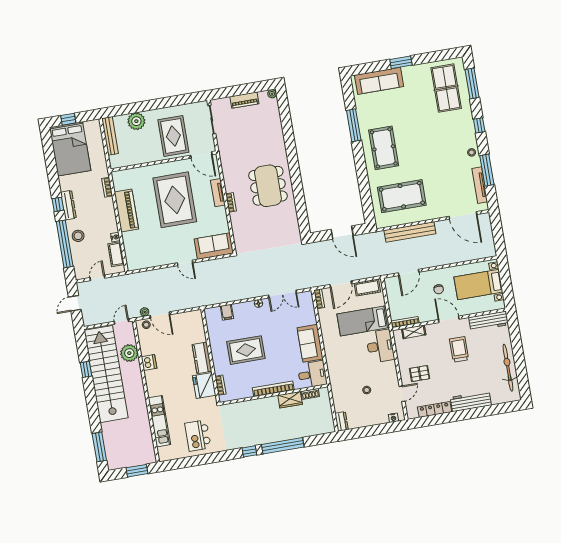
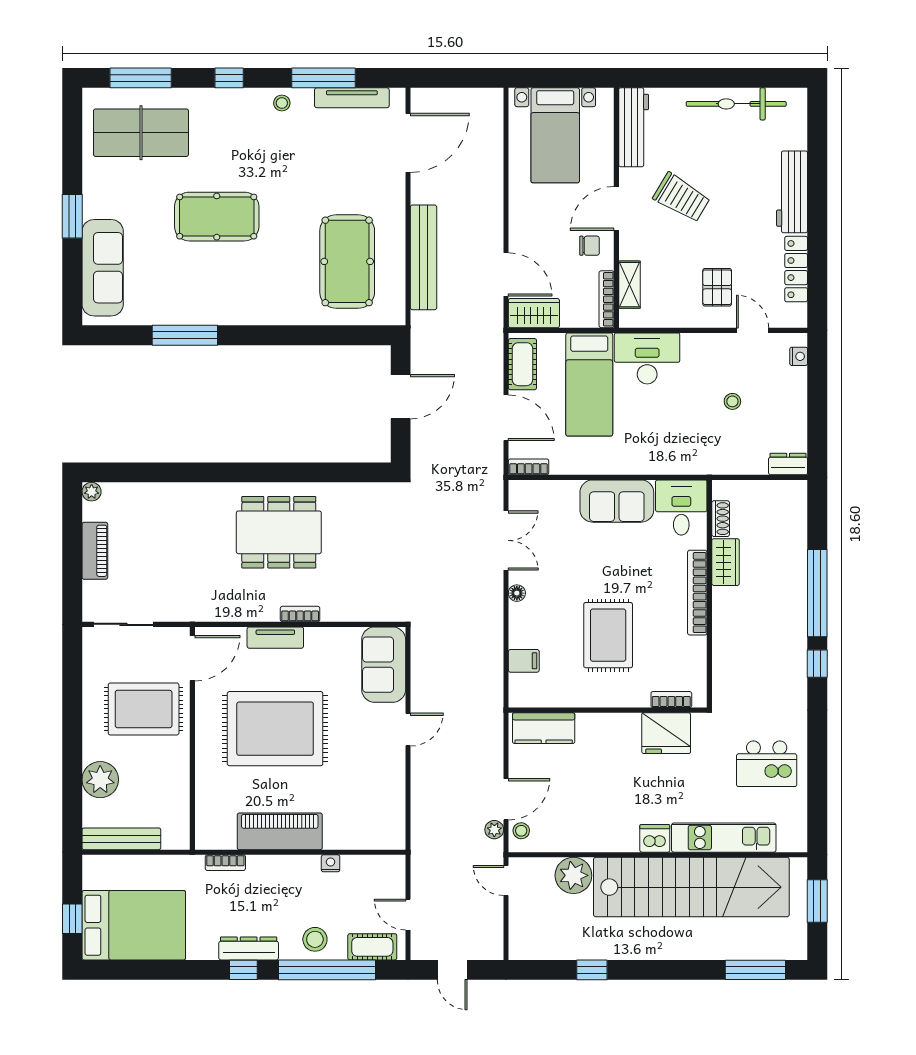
pool table: (384, 148) -> (217, 217), moved
cot: (116, 254) -> (372, 947), moved
wardrobe: (392, 289) -> (534, 313), added
chair: (439, 289) -> (589, 246), moved
trolley: (459, 349) -> (682, 198), turned -149
kitchen counter: (202, 358) -> (544, 728), moved
dishwasher: (149, 362) -> (655, 838), moved
stairs: (106, 374) -> (691, 887), moved, turned 180

